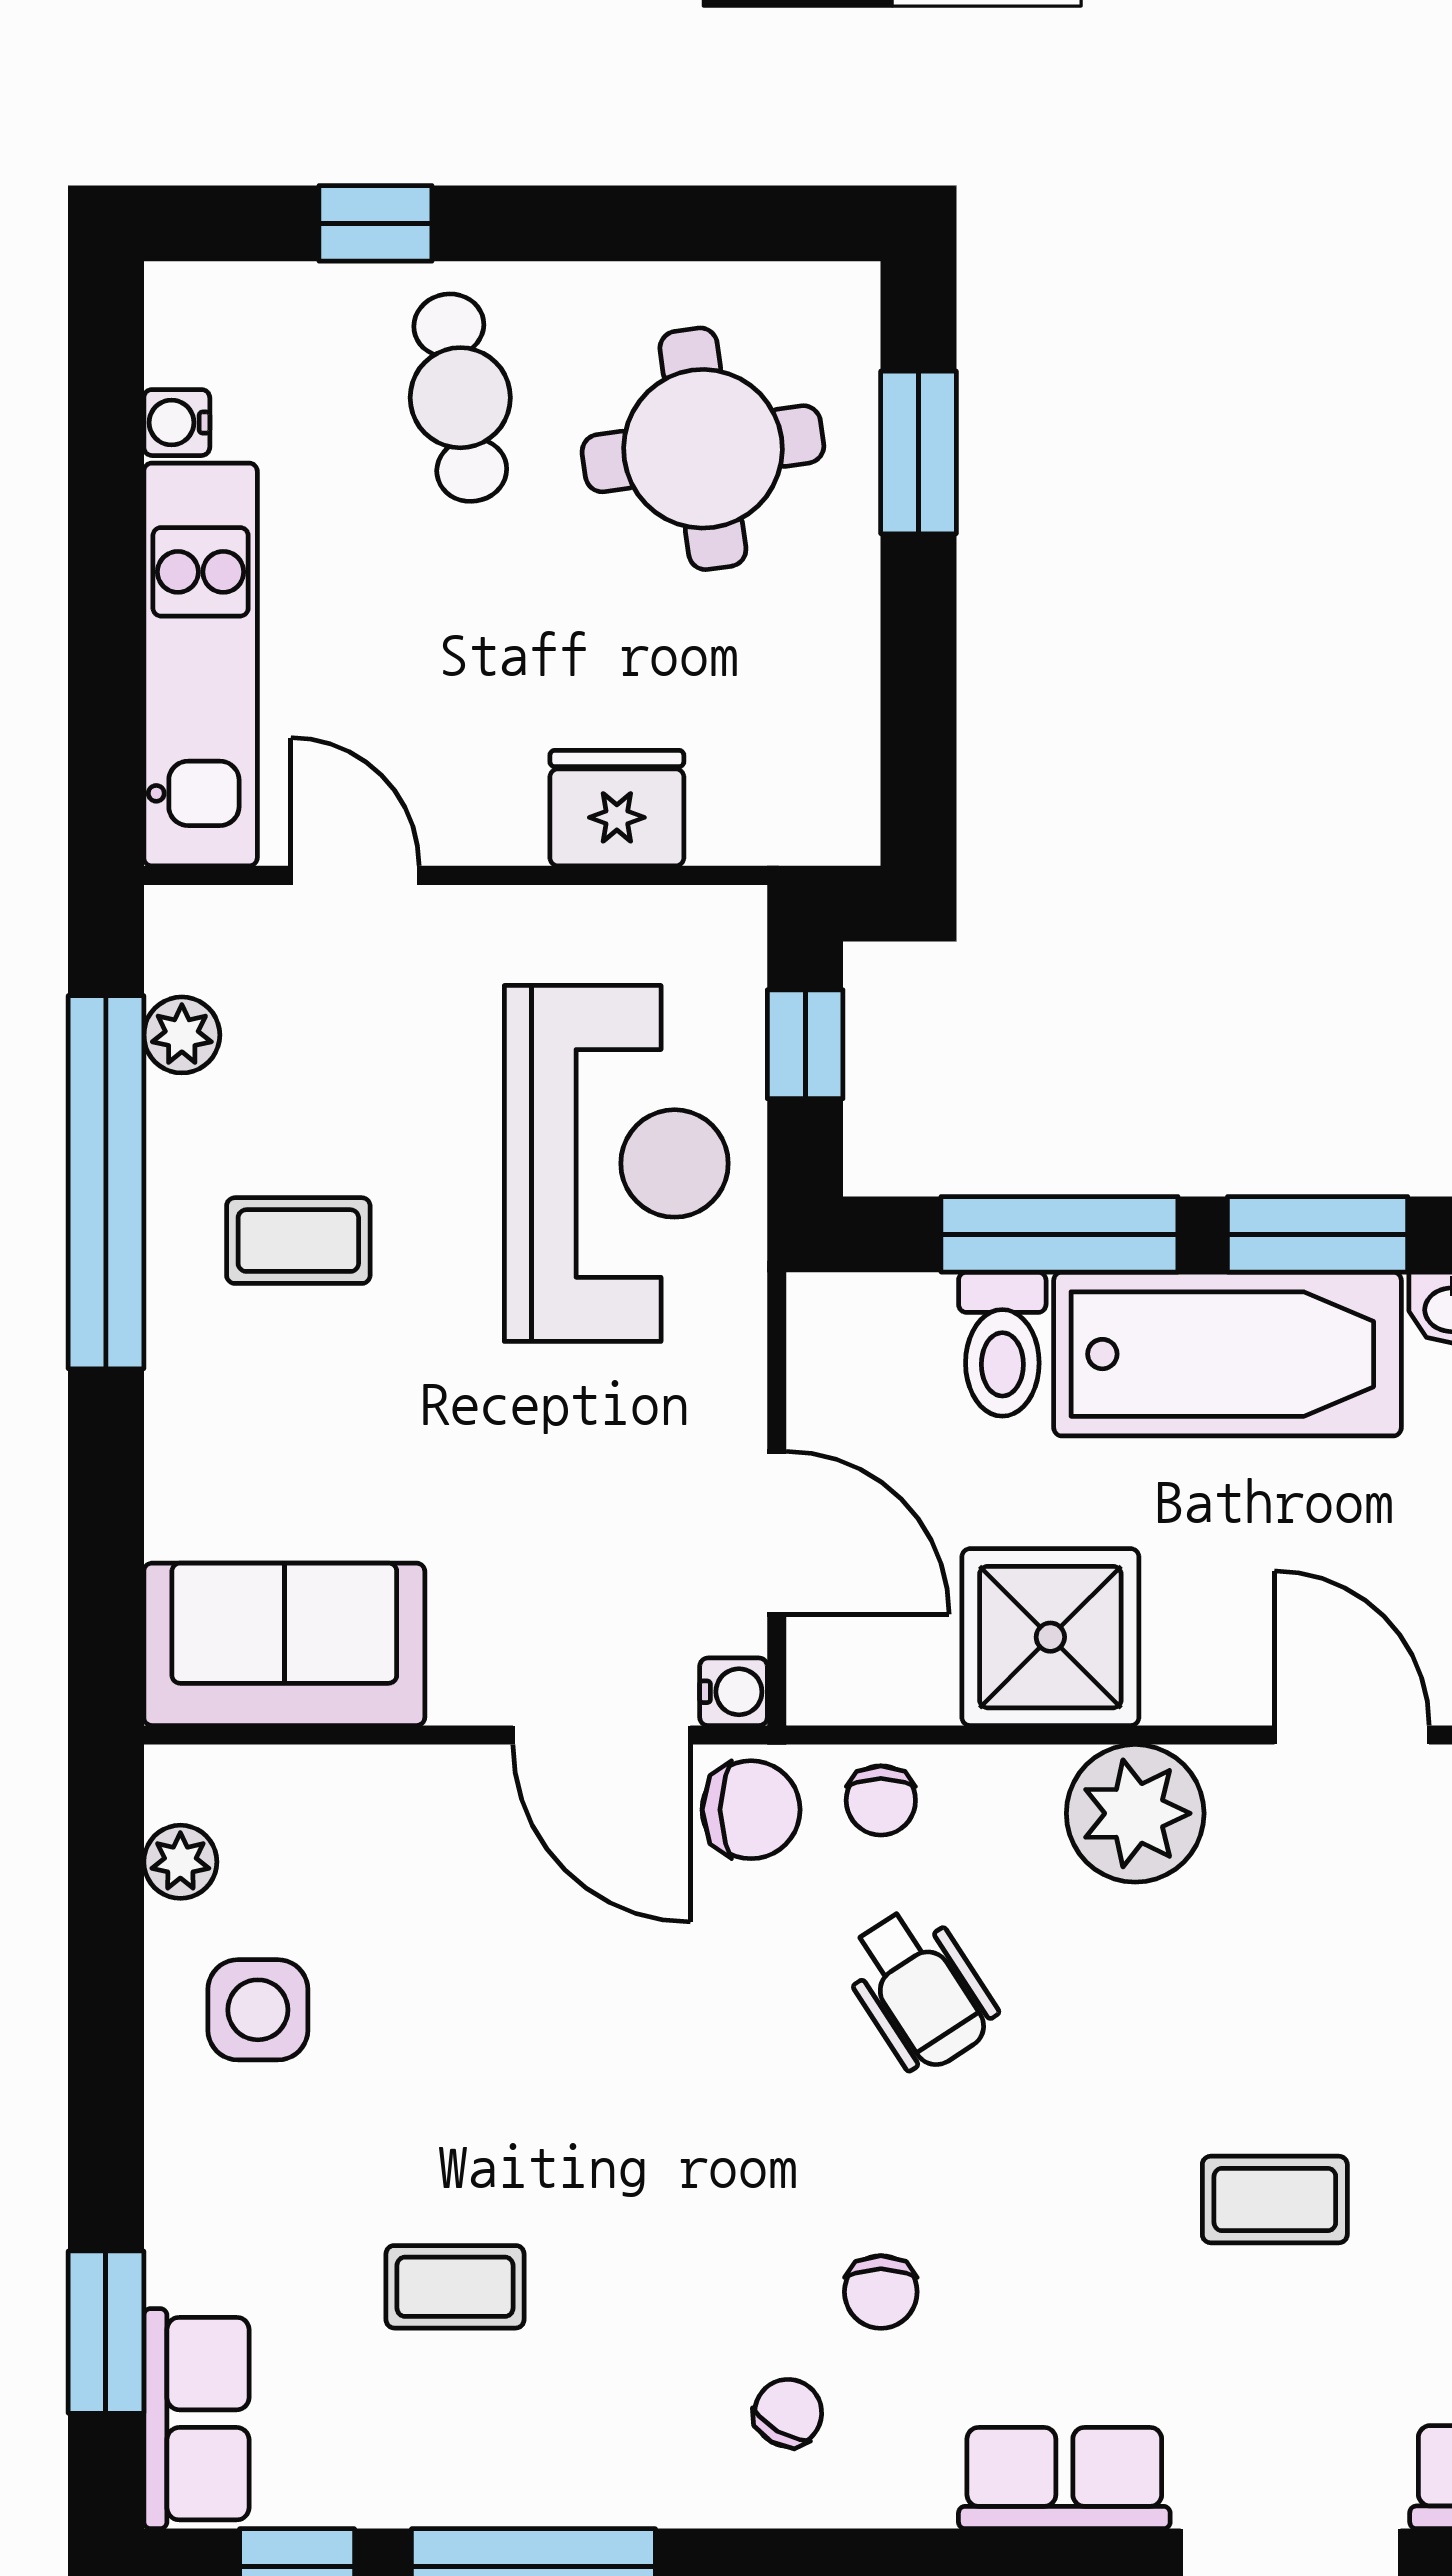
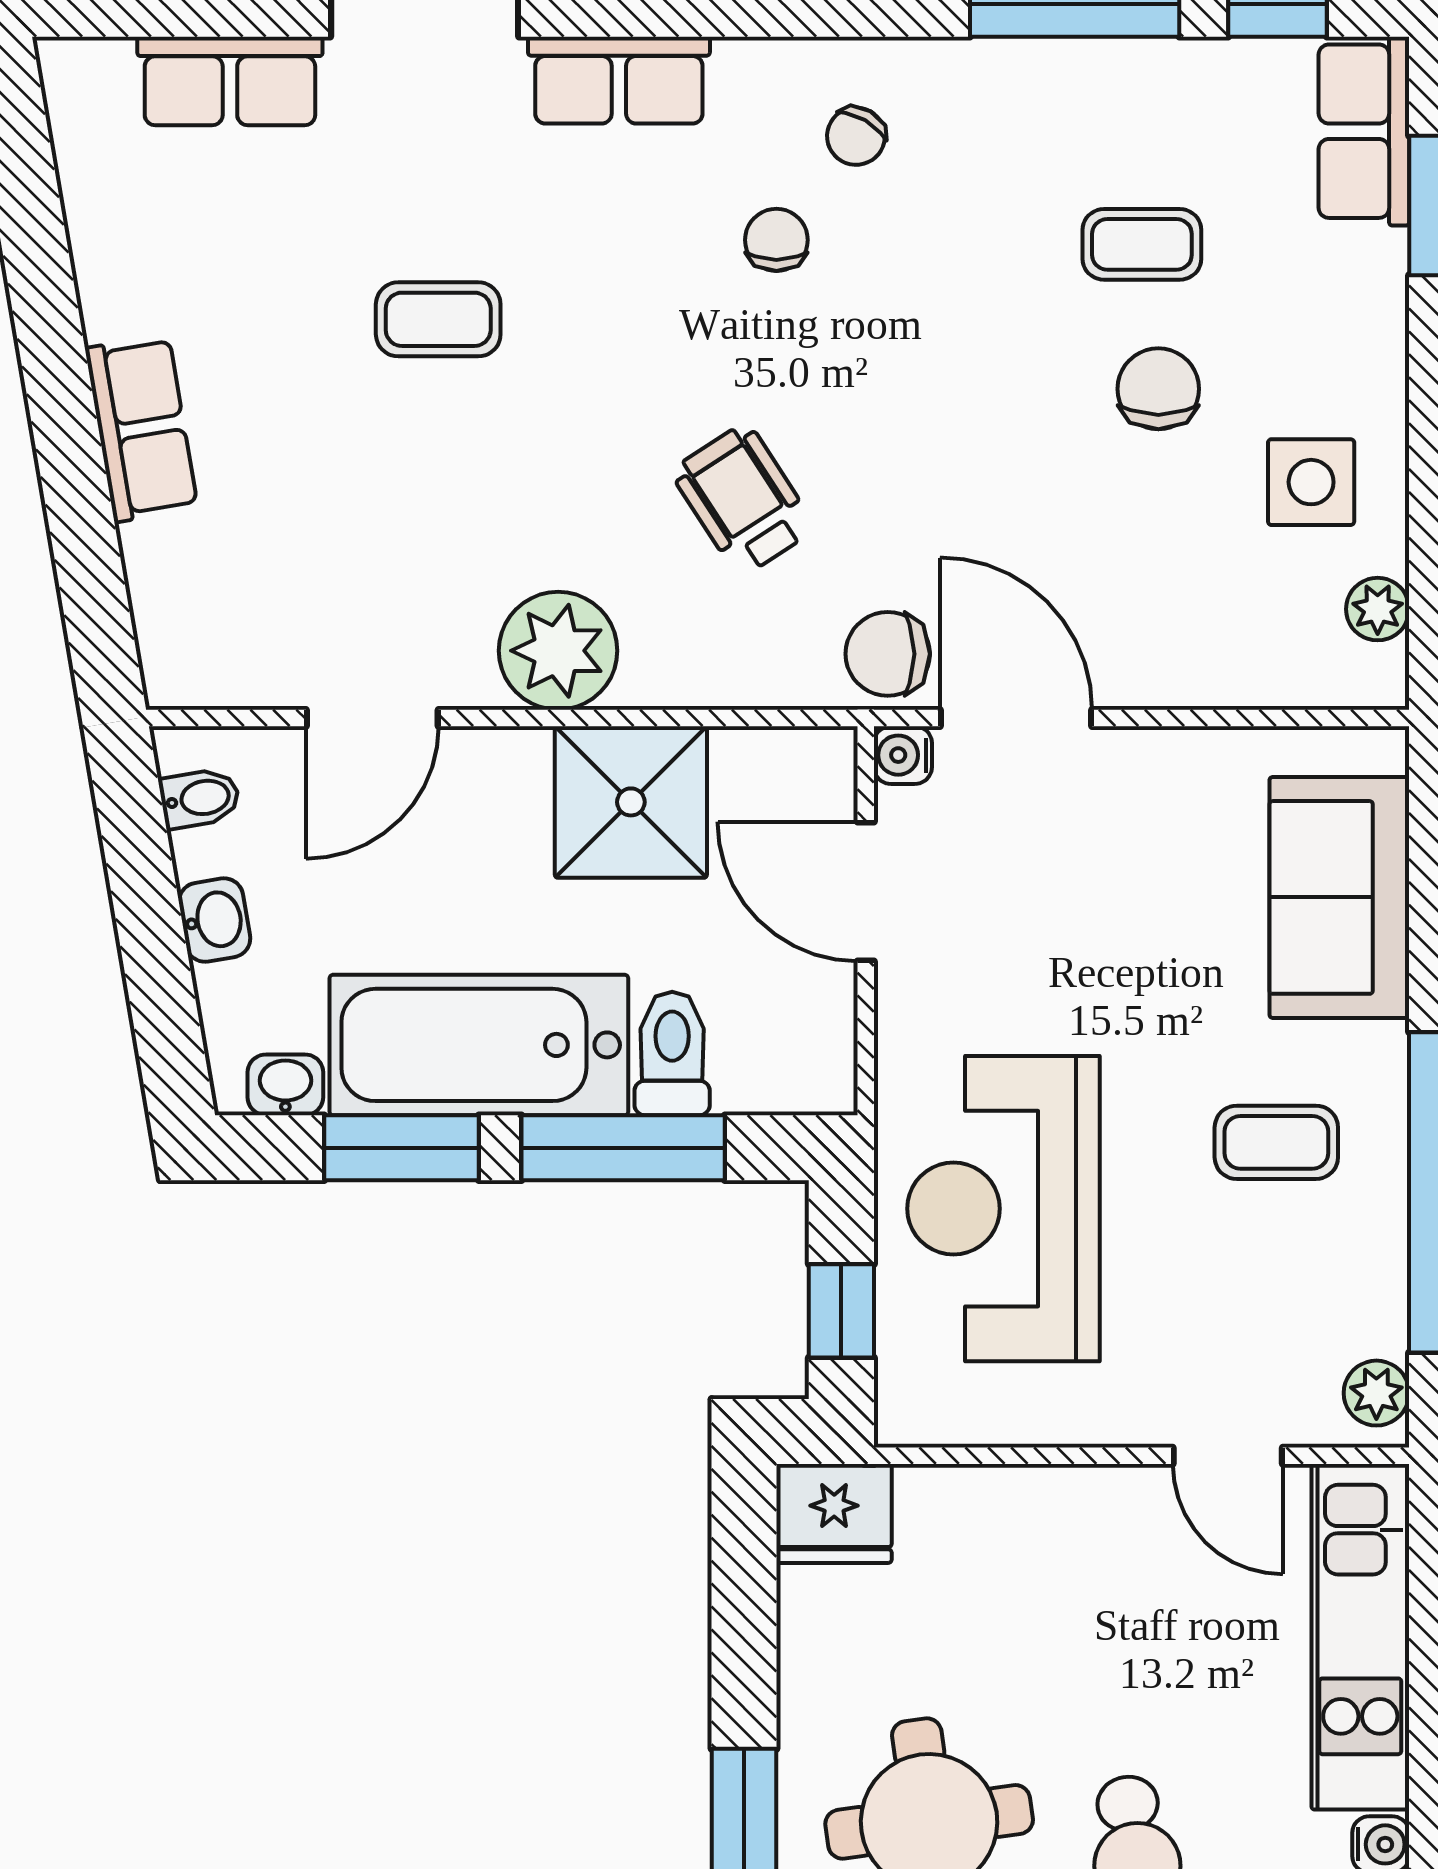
fridge: (617, 808) -> (834, 1513), moved
plant: (182, 1035) -> (1376, 1393), moved
sofa: (284, 1644) -> (1339, 897), moved, turned 90
door: (1352, 1735) -> (372, 718), hinge flipped
chair: (881, 1800) -> (1158, 389), moved, width x1.37, depth x1.37

